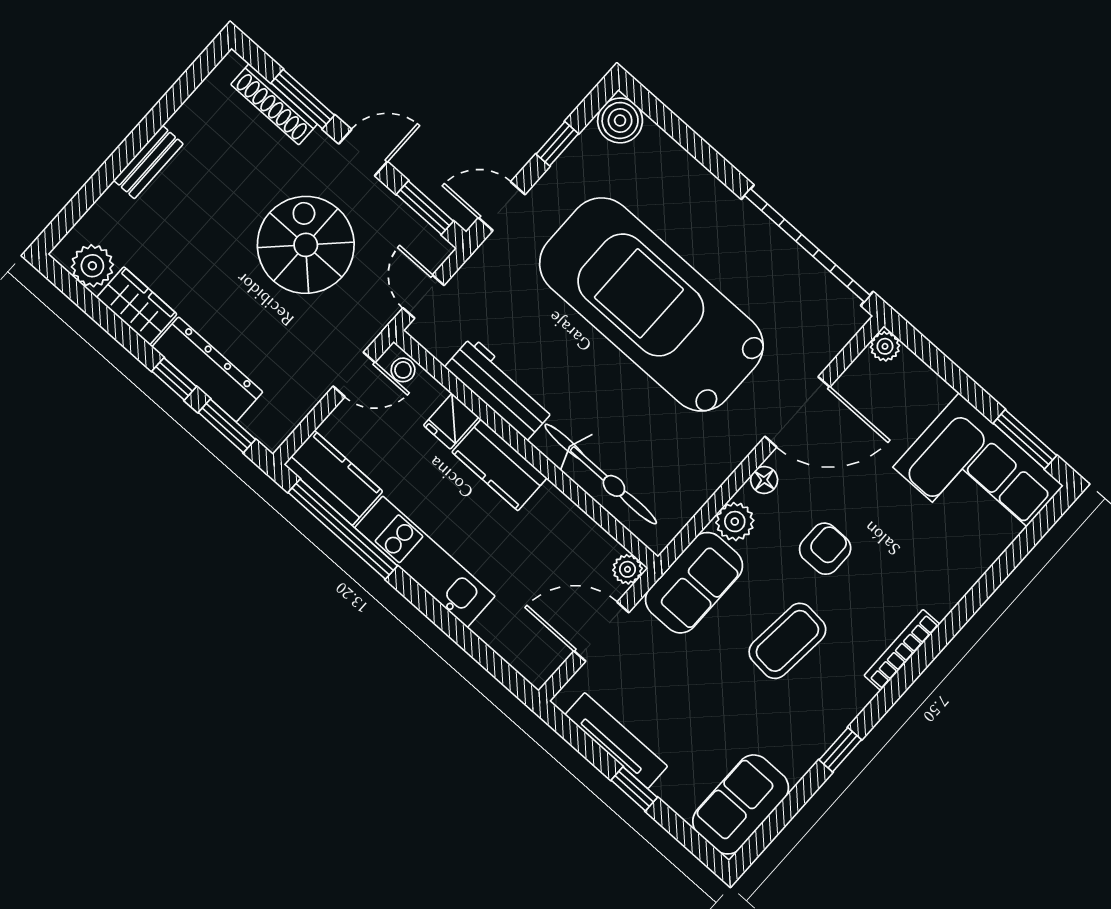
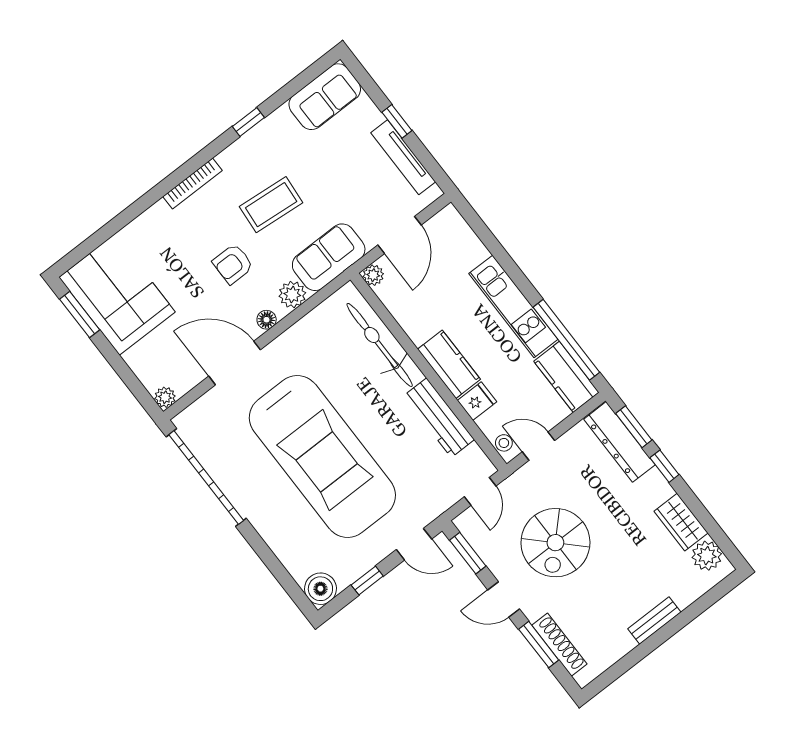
dresser: (207, 369) -> (619, 442), moved
door: (601, 632) -> (399, 235), hinge flipped

